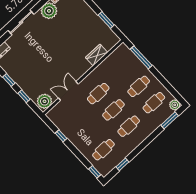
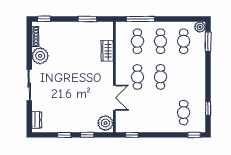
double door: (68, 91) -> (114, 98), swing flipped
cafe table: (129, 126) -> (137, 41), moved
window: (61, 136) -> (132, 135), moved

